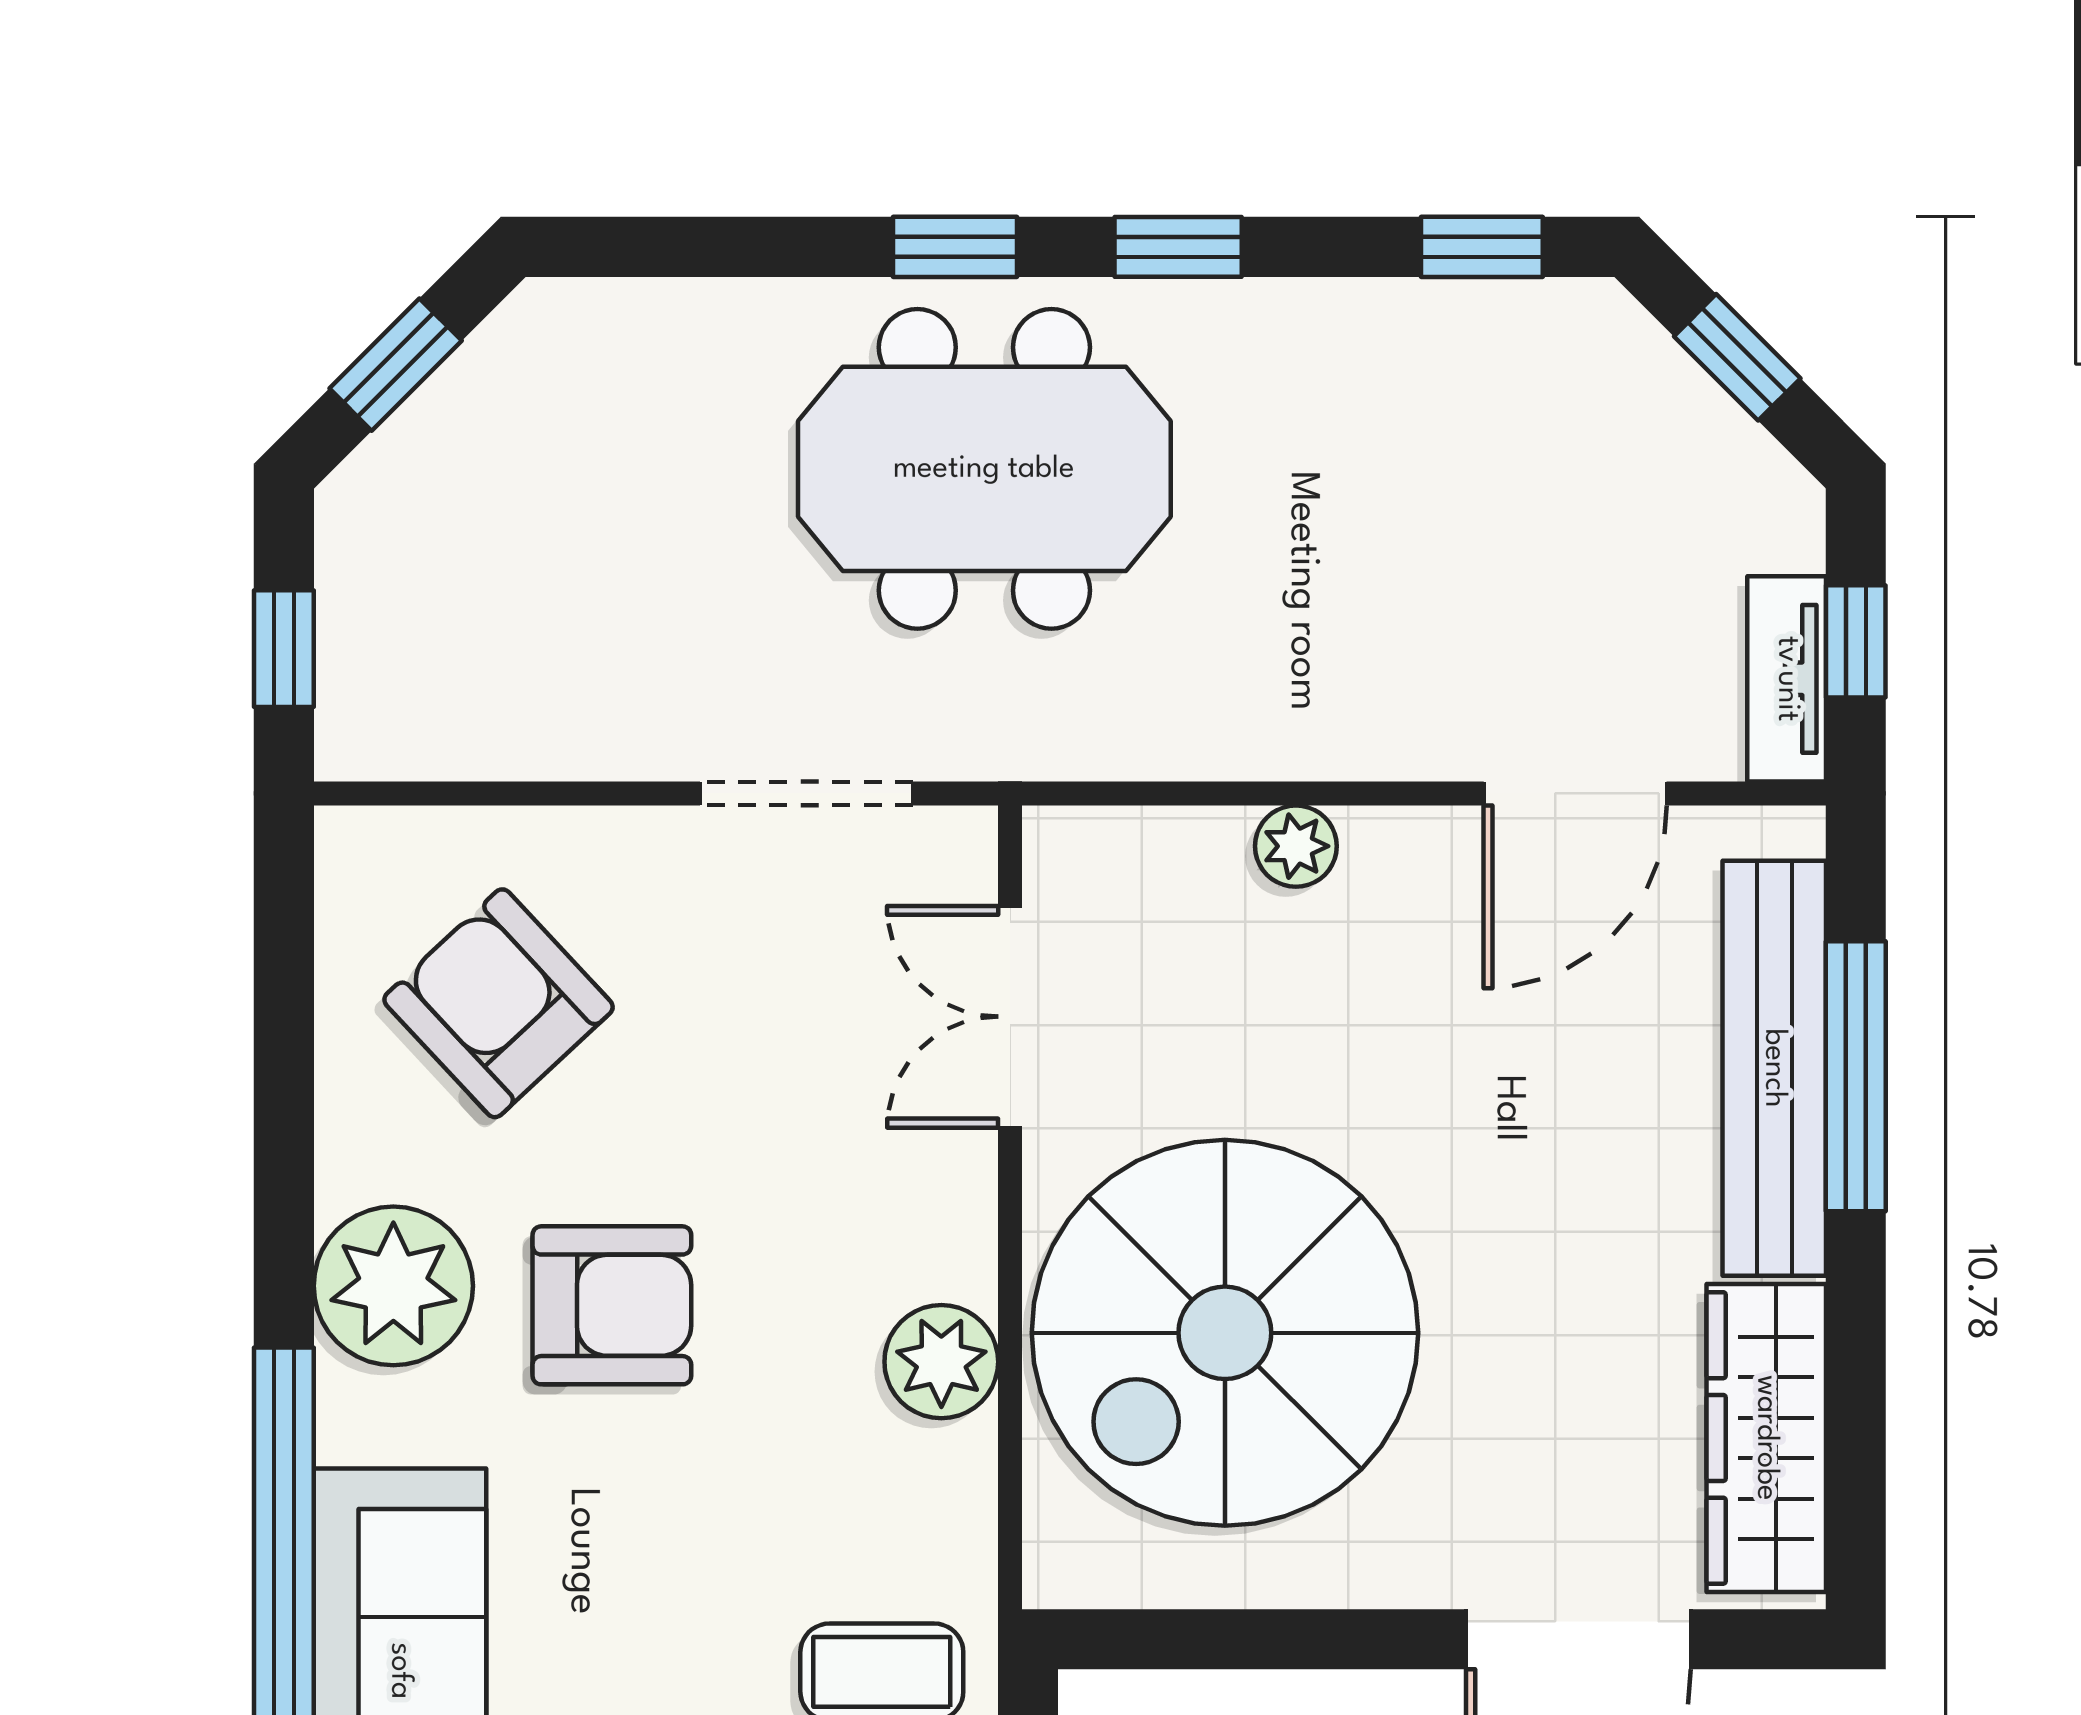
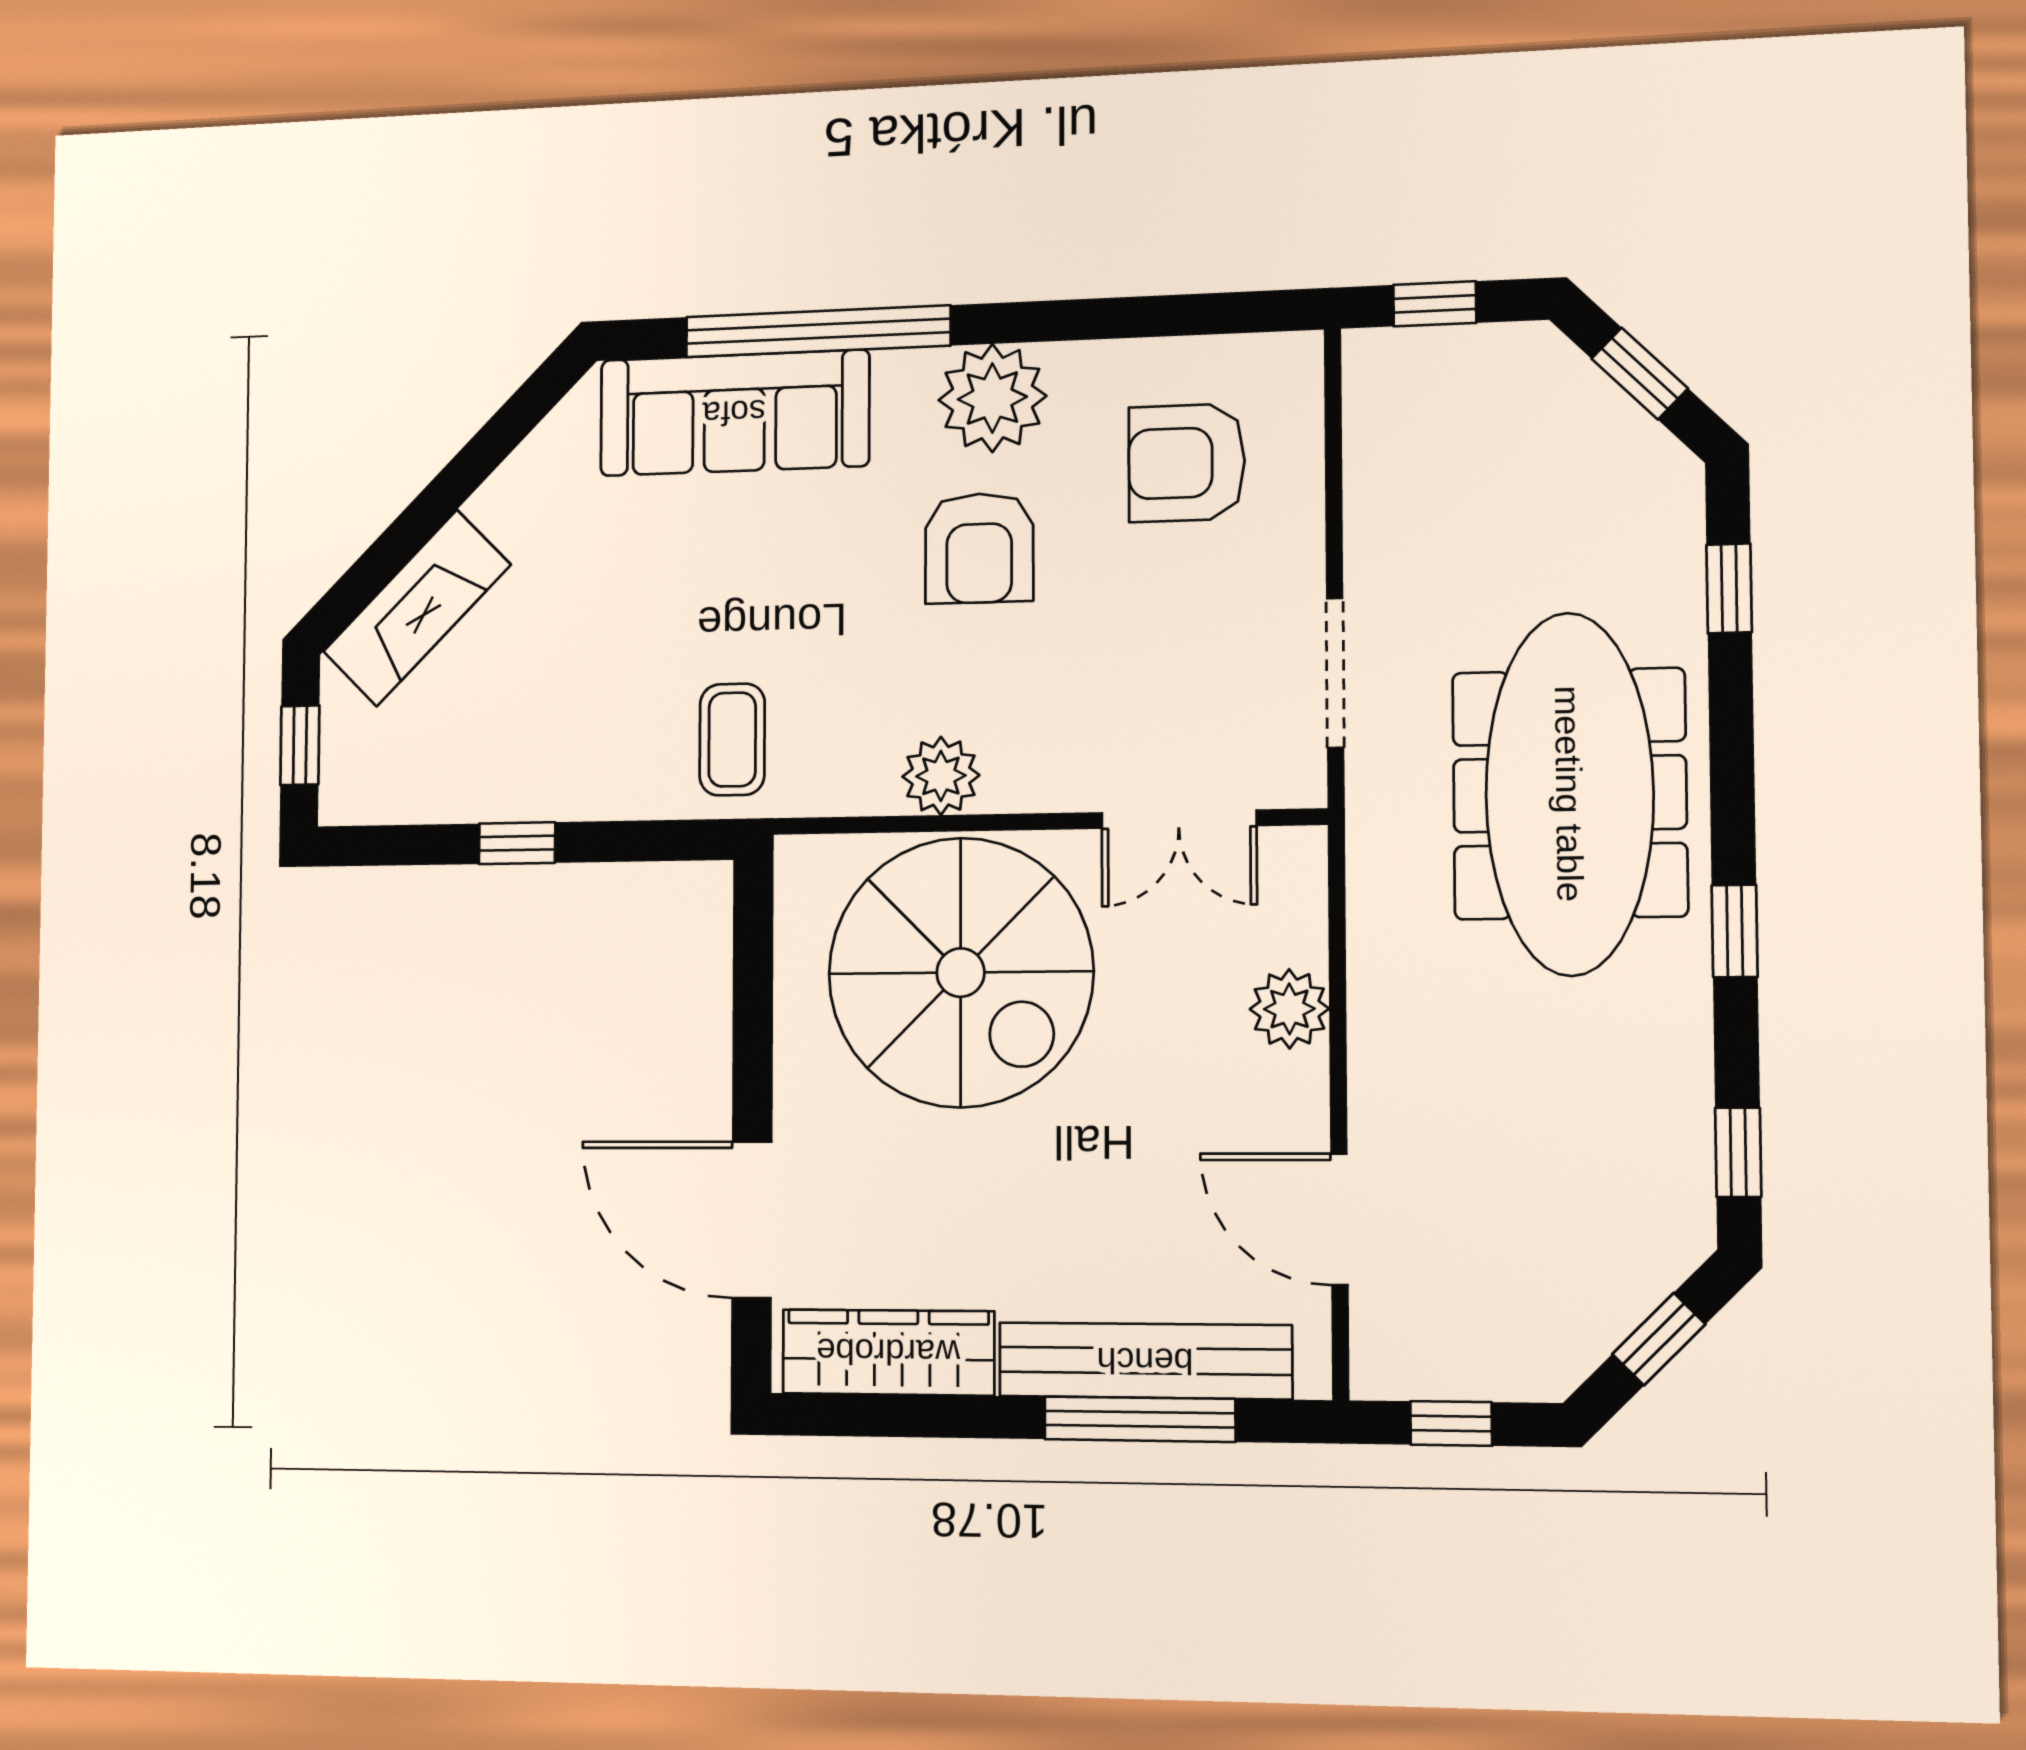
window: (955, 247) -> (1729, 588), moved
meeting table: (984, 469) -> (1569, 794), width x1.36
tv unit: (1787, 679) -> (1423, 1373), removed
plant: (1296, 846) -> (1289, 1009), width x1.38, depth x1.38
armchair: (499, 1003) -> (1187, 463), turned -137
double door: (1010, 1017) -> (1179, 819), swing flipped
spiral stairs: (1225, 1333) -> (961, 973), turned 180

